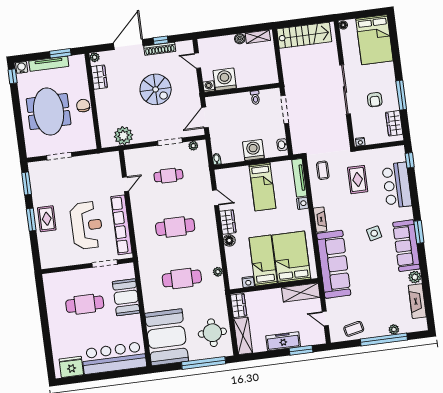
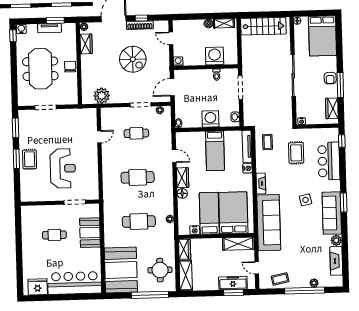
tv unit: (49, 64) -> (49, 28), width x0.71
washing machine: (225, 79) -> (215, 56), moved
armchair: (375, 100) -> (330, 78), moved
row of seats: (121, 225) -> (92, 171), removed
cafe table: (85, 304) -> (54, 235), width x0.73, depth x0.74
freezer: (283, 341) -> (233, 283), moved

